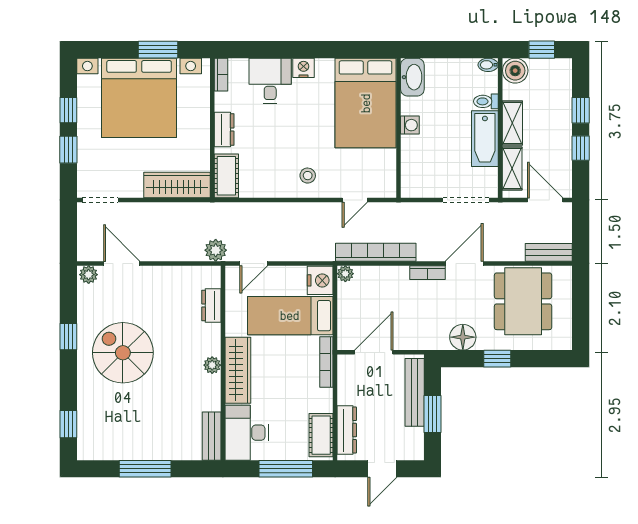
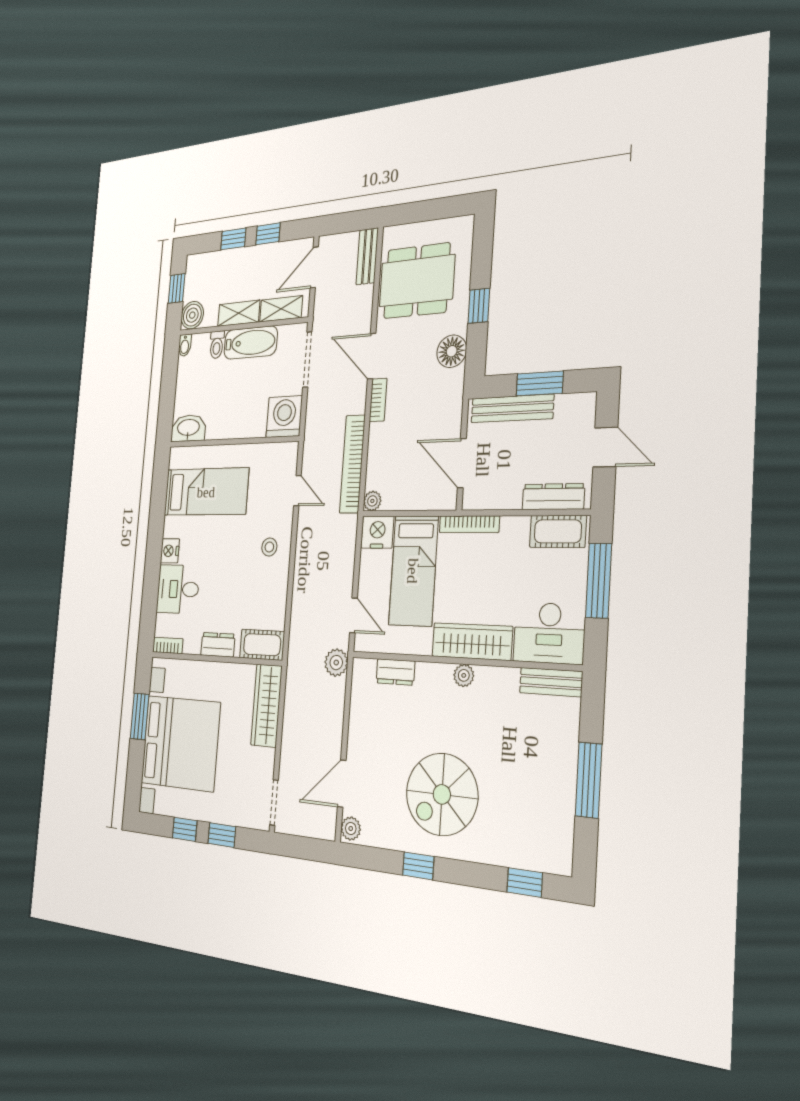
bed: (366, 103) -> (206, 492), width x0.67
washing machine: (410, 125) -> (284, 417), moved, width x1.89, depth x1.89

